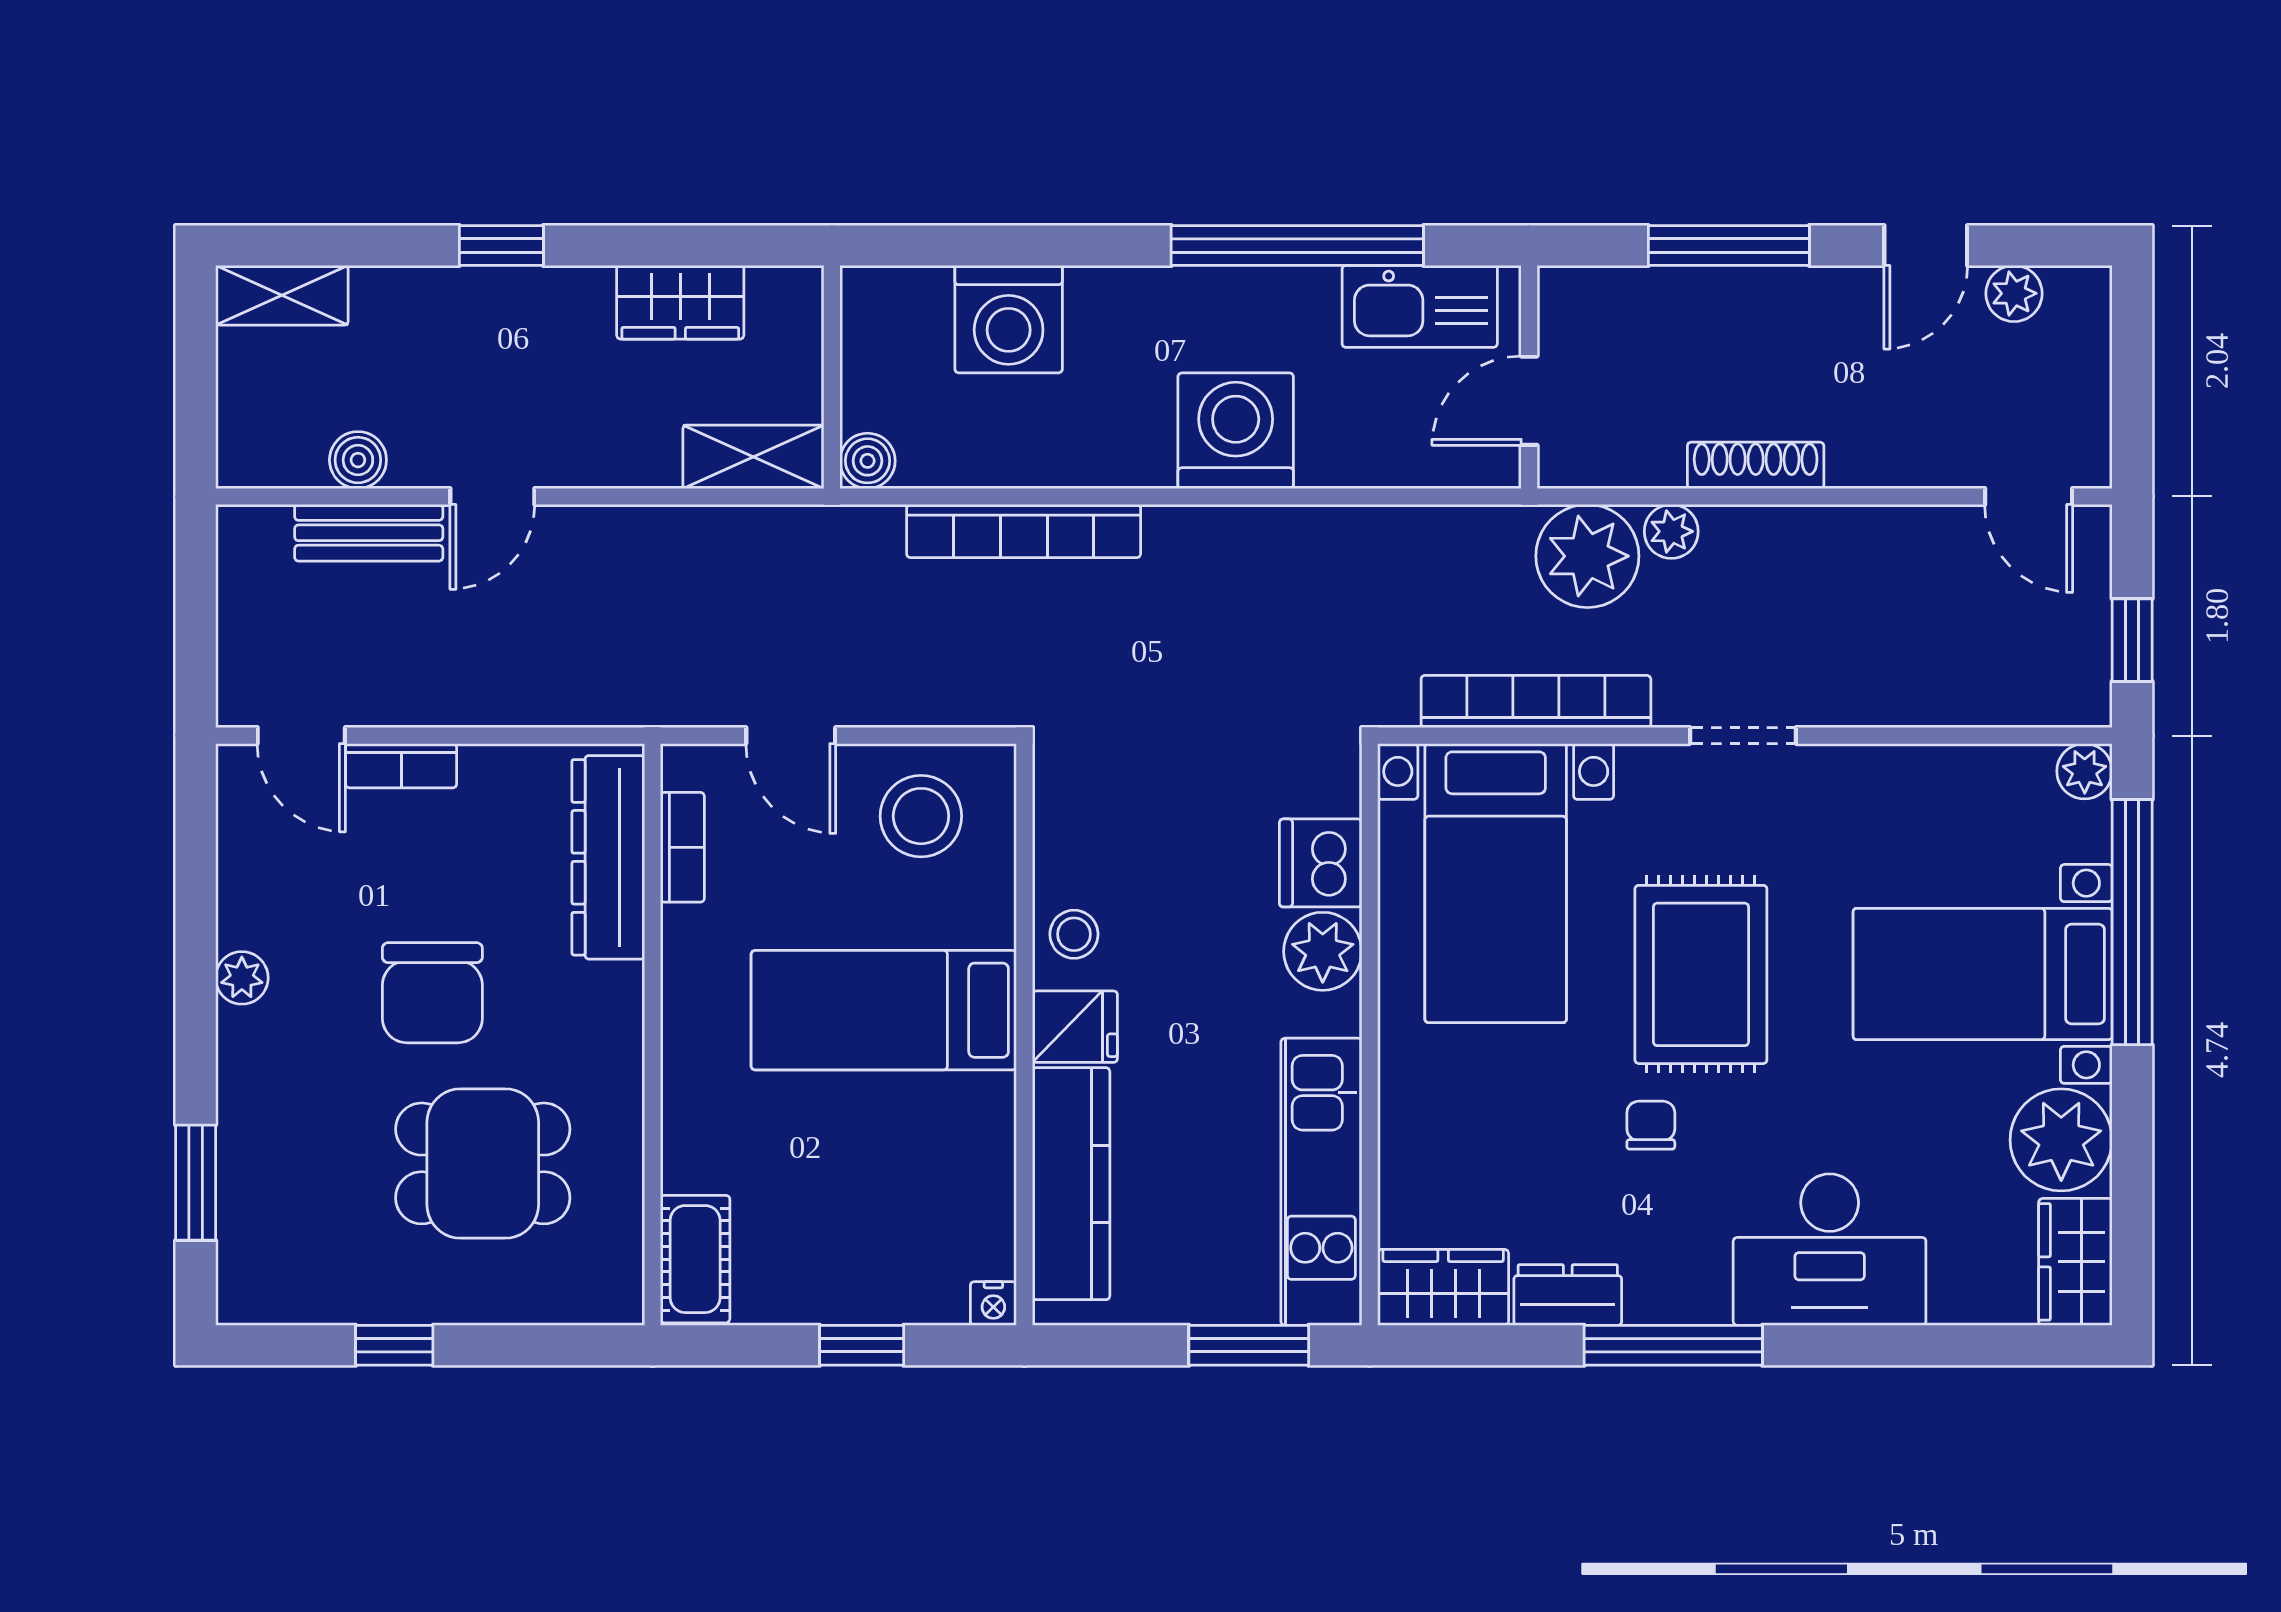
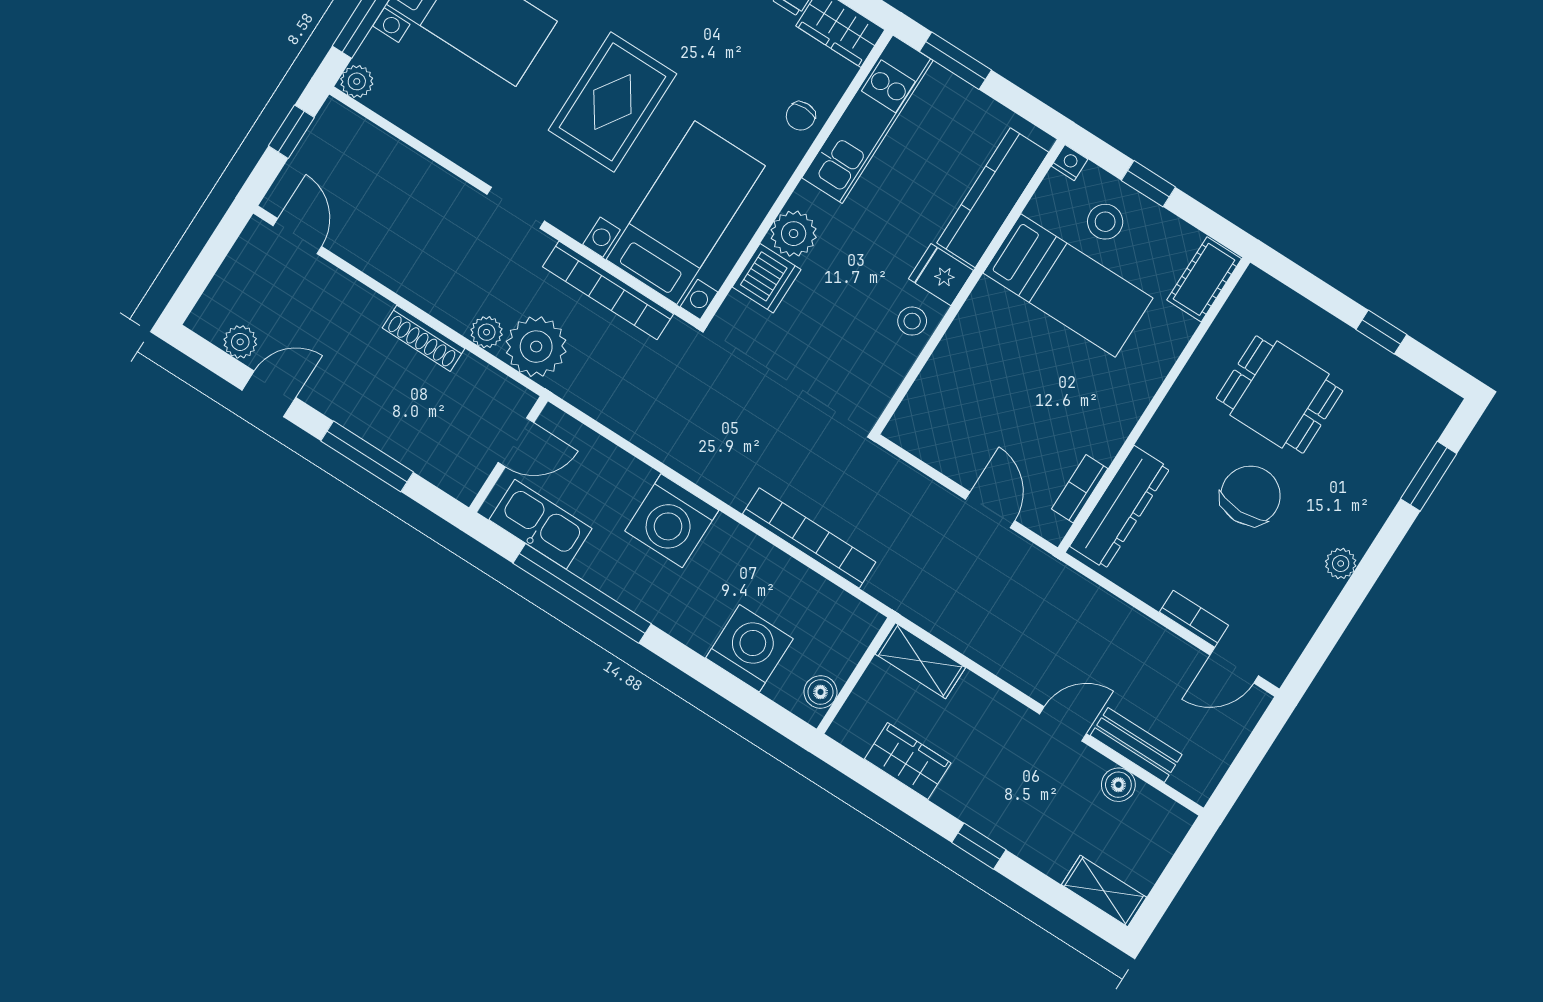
boiler: (867, 461) -> (820, 692), moved
door: (301, 736) -> (1234, 665), swing flipped
stool: (921, 816) -> (1105, 222), moved, width x0.73, depth x0.73
bed: (884, 1010) -> (1068, 286), moved
chair: (1651, 1125) -> (801, 116), moved

